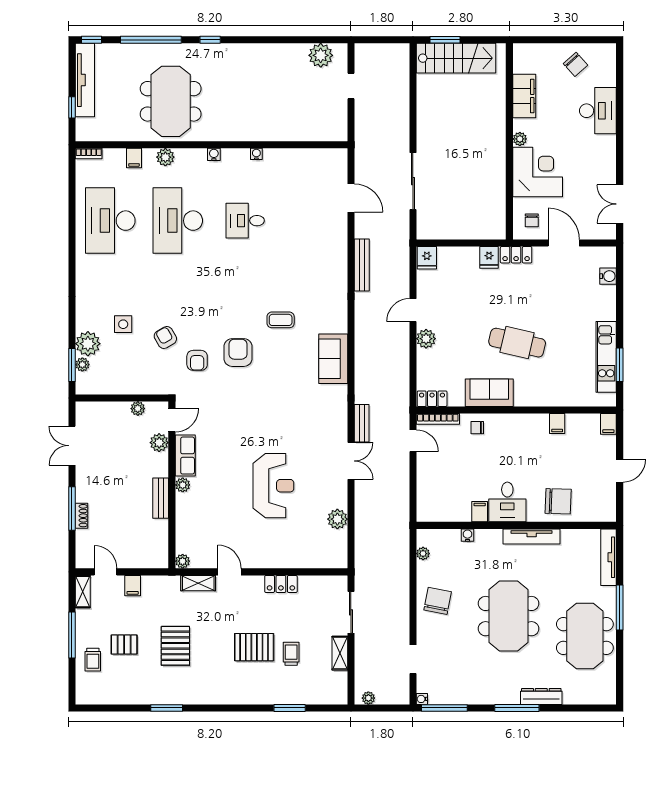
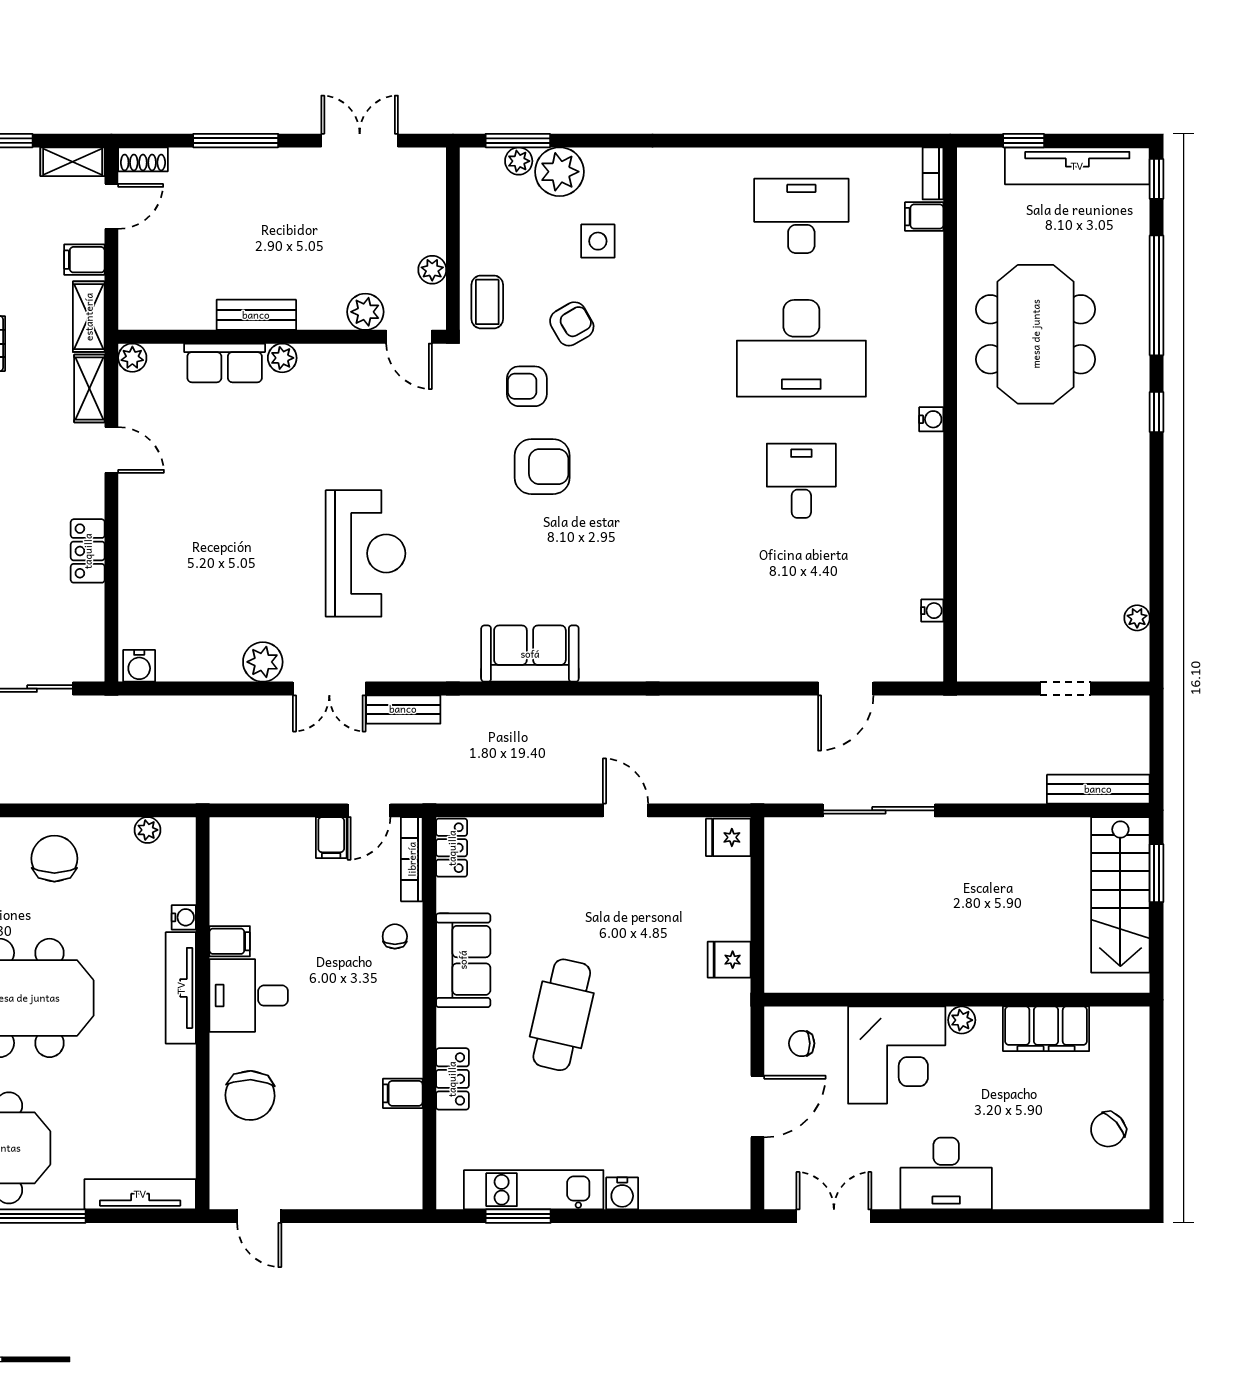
plant: (321, 55) -> (1137, 618), width x0.53, depth x0.53
meeting table: (171, 101) -> (1036, 334), turned 90
desk: (598, 111) -> (946, 1173), moved
water cooler: (256, 154) -> (932, 611), moved
plant: (165, 157) -> (926, 324), removed
filing cabinet: (134, 158) -> (924, 217), moved
desk: (110, 221) -> (801, 216), width x0.73, depth x0.77
desk: (178, 221) -> (801, 348), turned 180
locker: (516, 255) -> (452, 1079), moved, turned 180
bench: (362, 265) -> (1098, 789), moved
water cooler: (608, 276) -> (622, 1193), moved
coffee table: (281, 320) -> (487, 302), moved
plant: (426, 339) -> (569, 836), removed
filing cabinet: (608, 424) -> (331, 838), moved, turned -90
row of seats: (185, 456) -> (225, 363), moved
door: (620, 471) -> (259, 1216), moved
reception desk: (273, 486) -> (366, 553), moved, turned -90
shoe rack: (82, 516) -> (143, 159), moved
plant: (337, 519) -> (263, 662), moved
tv unit: (532, 537) -> (181, 988), moved
water cooler: (339, 558) -> (139, 666), added
door: (230, 572) -> (111, 450), hinge flipped
shelving: (162, 583) -> (89, 317), added
chair: (438, 601) -> (54, 859), turned -101

